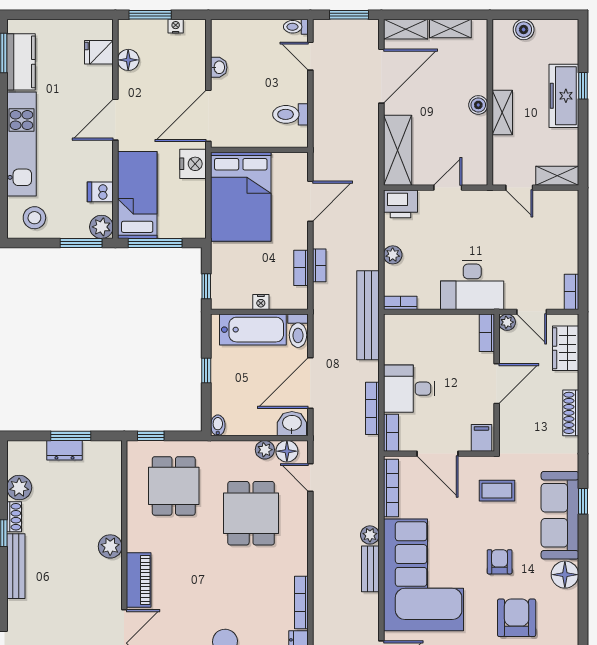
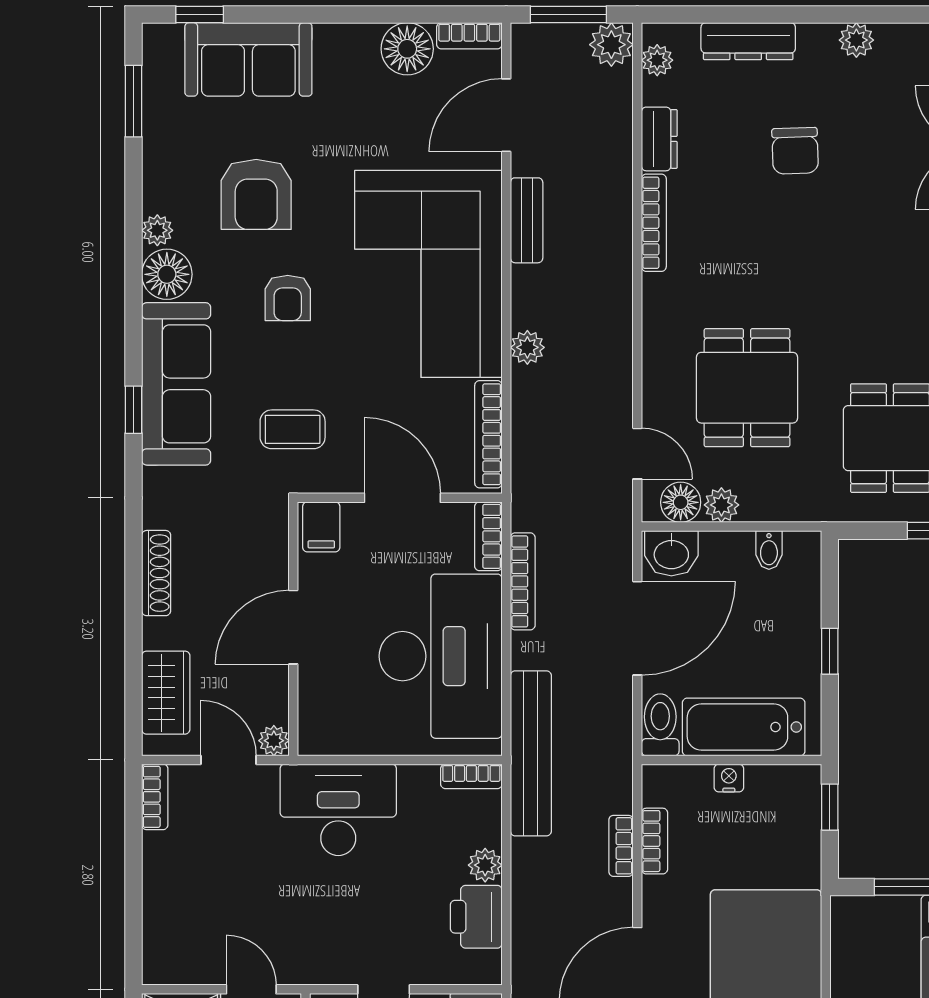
printer: (400, 204) -> (476, 917), moved, turned -90
bookcase: (487, 333) -> (311, 721), removed
desk: (409, 389) -> (441, 656), width x1.87, depth x1.30
bidet: (218, 425) -> (769, 550), moved
bench: (370, 569) -> (527, 220), moved
plant: (570, 598) -> (157, 230), added

